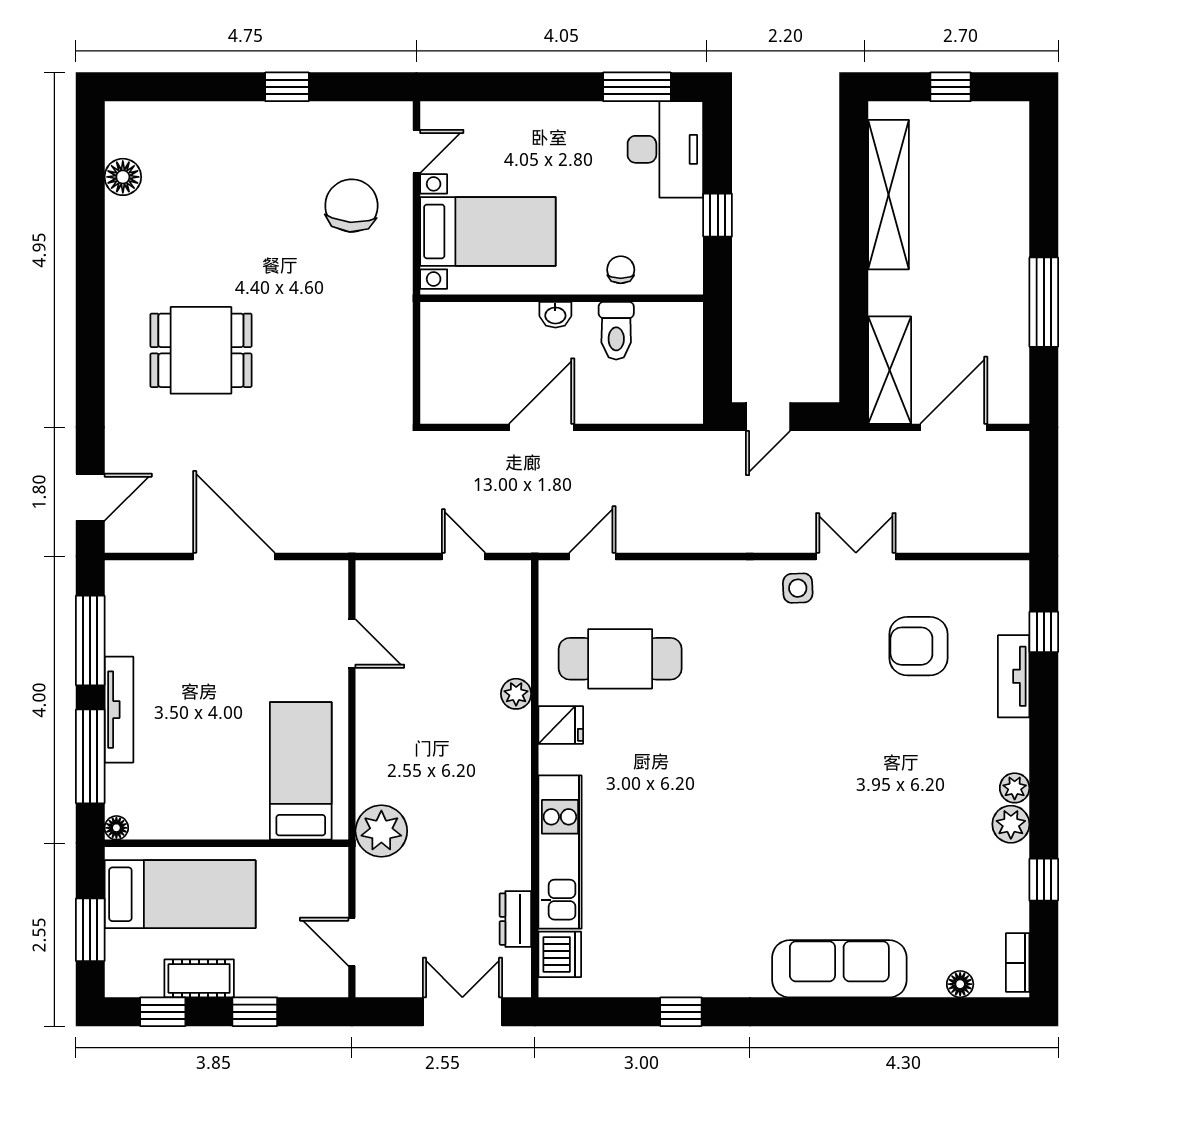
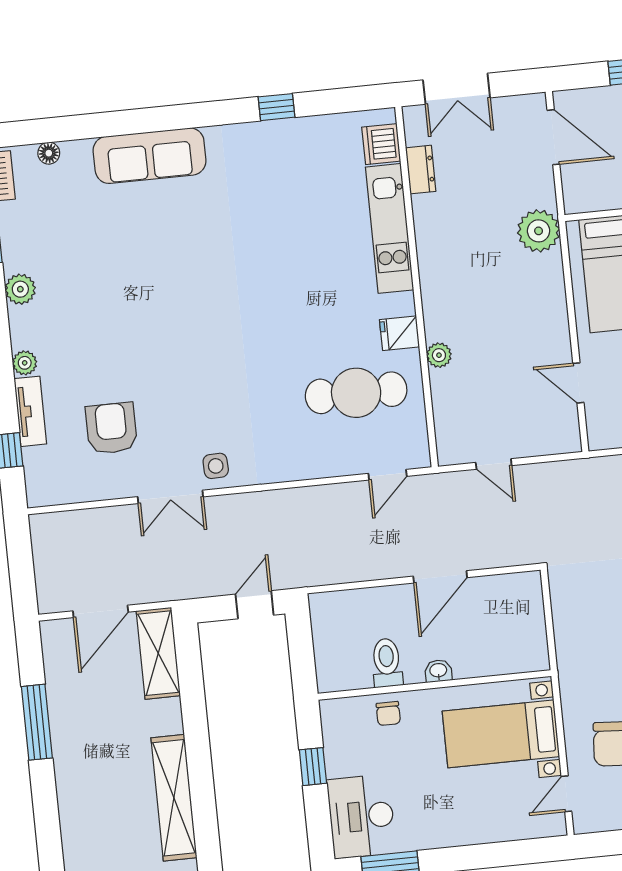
armchair: (918, 646) -> (111, 428), turned -90
plant: (1015, 788) -> (25, 363), moved
door: (352, 942) -> (553, 137), width x1.37

